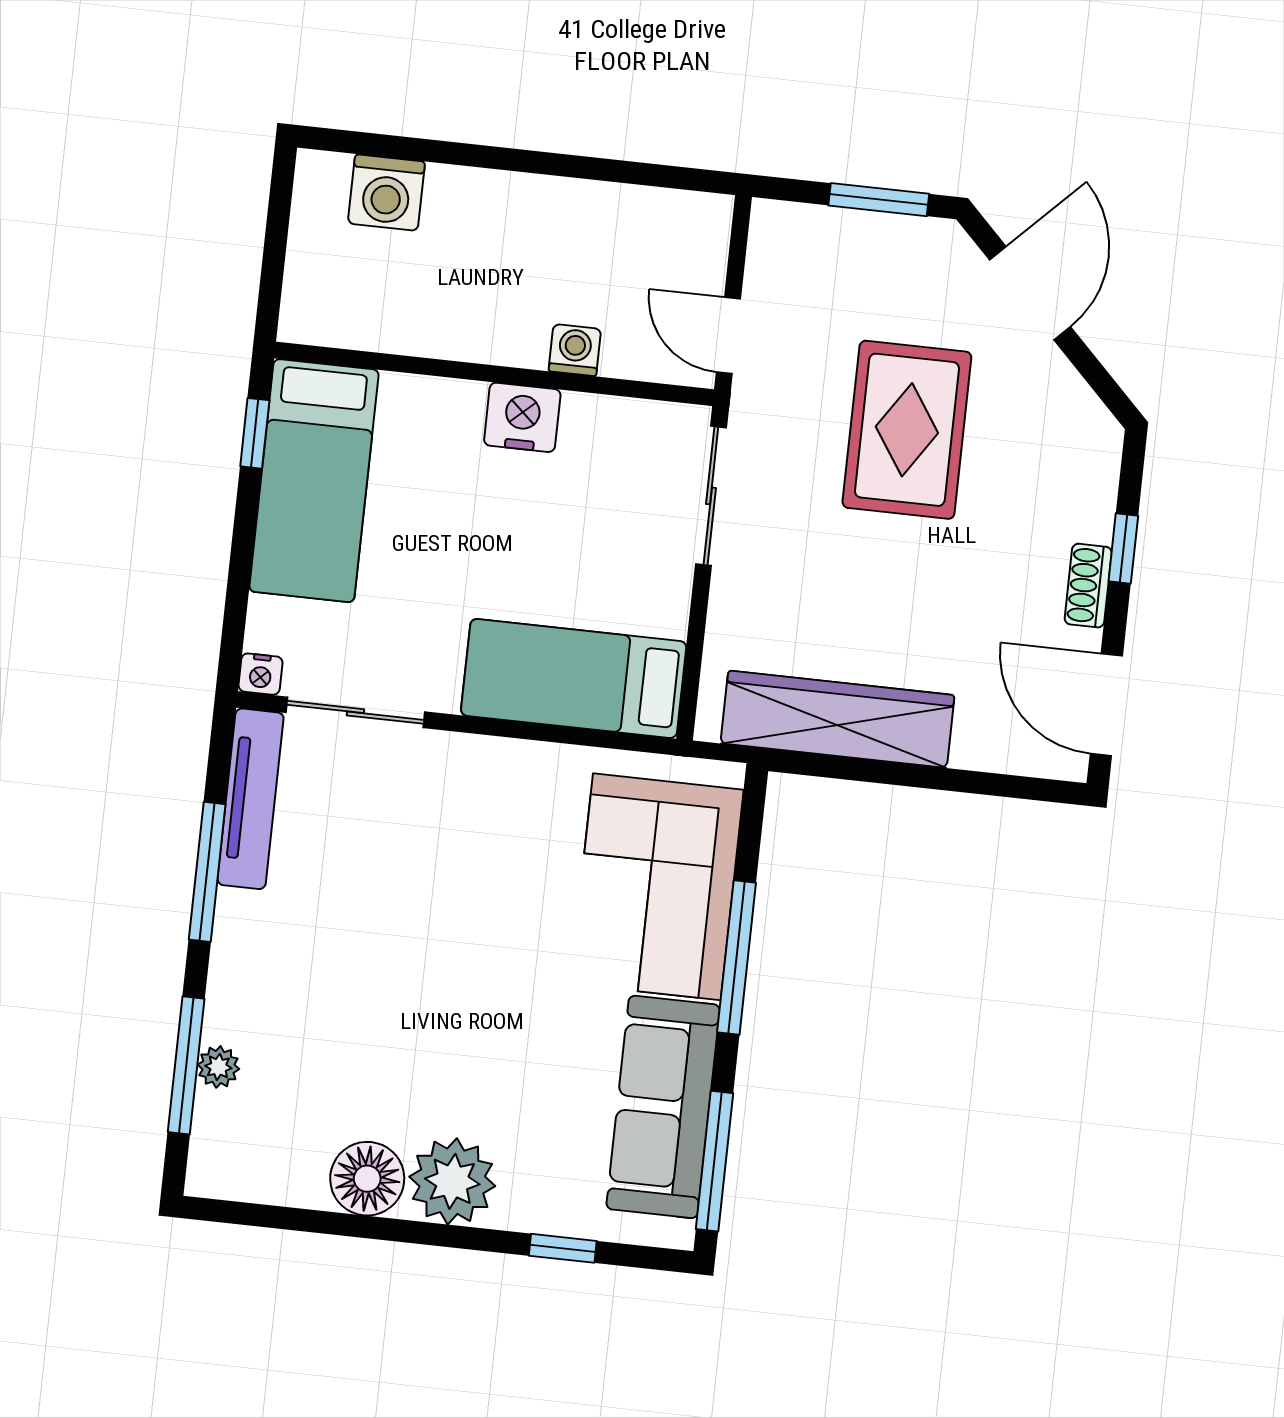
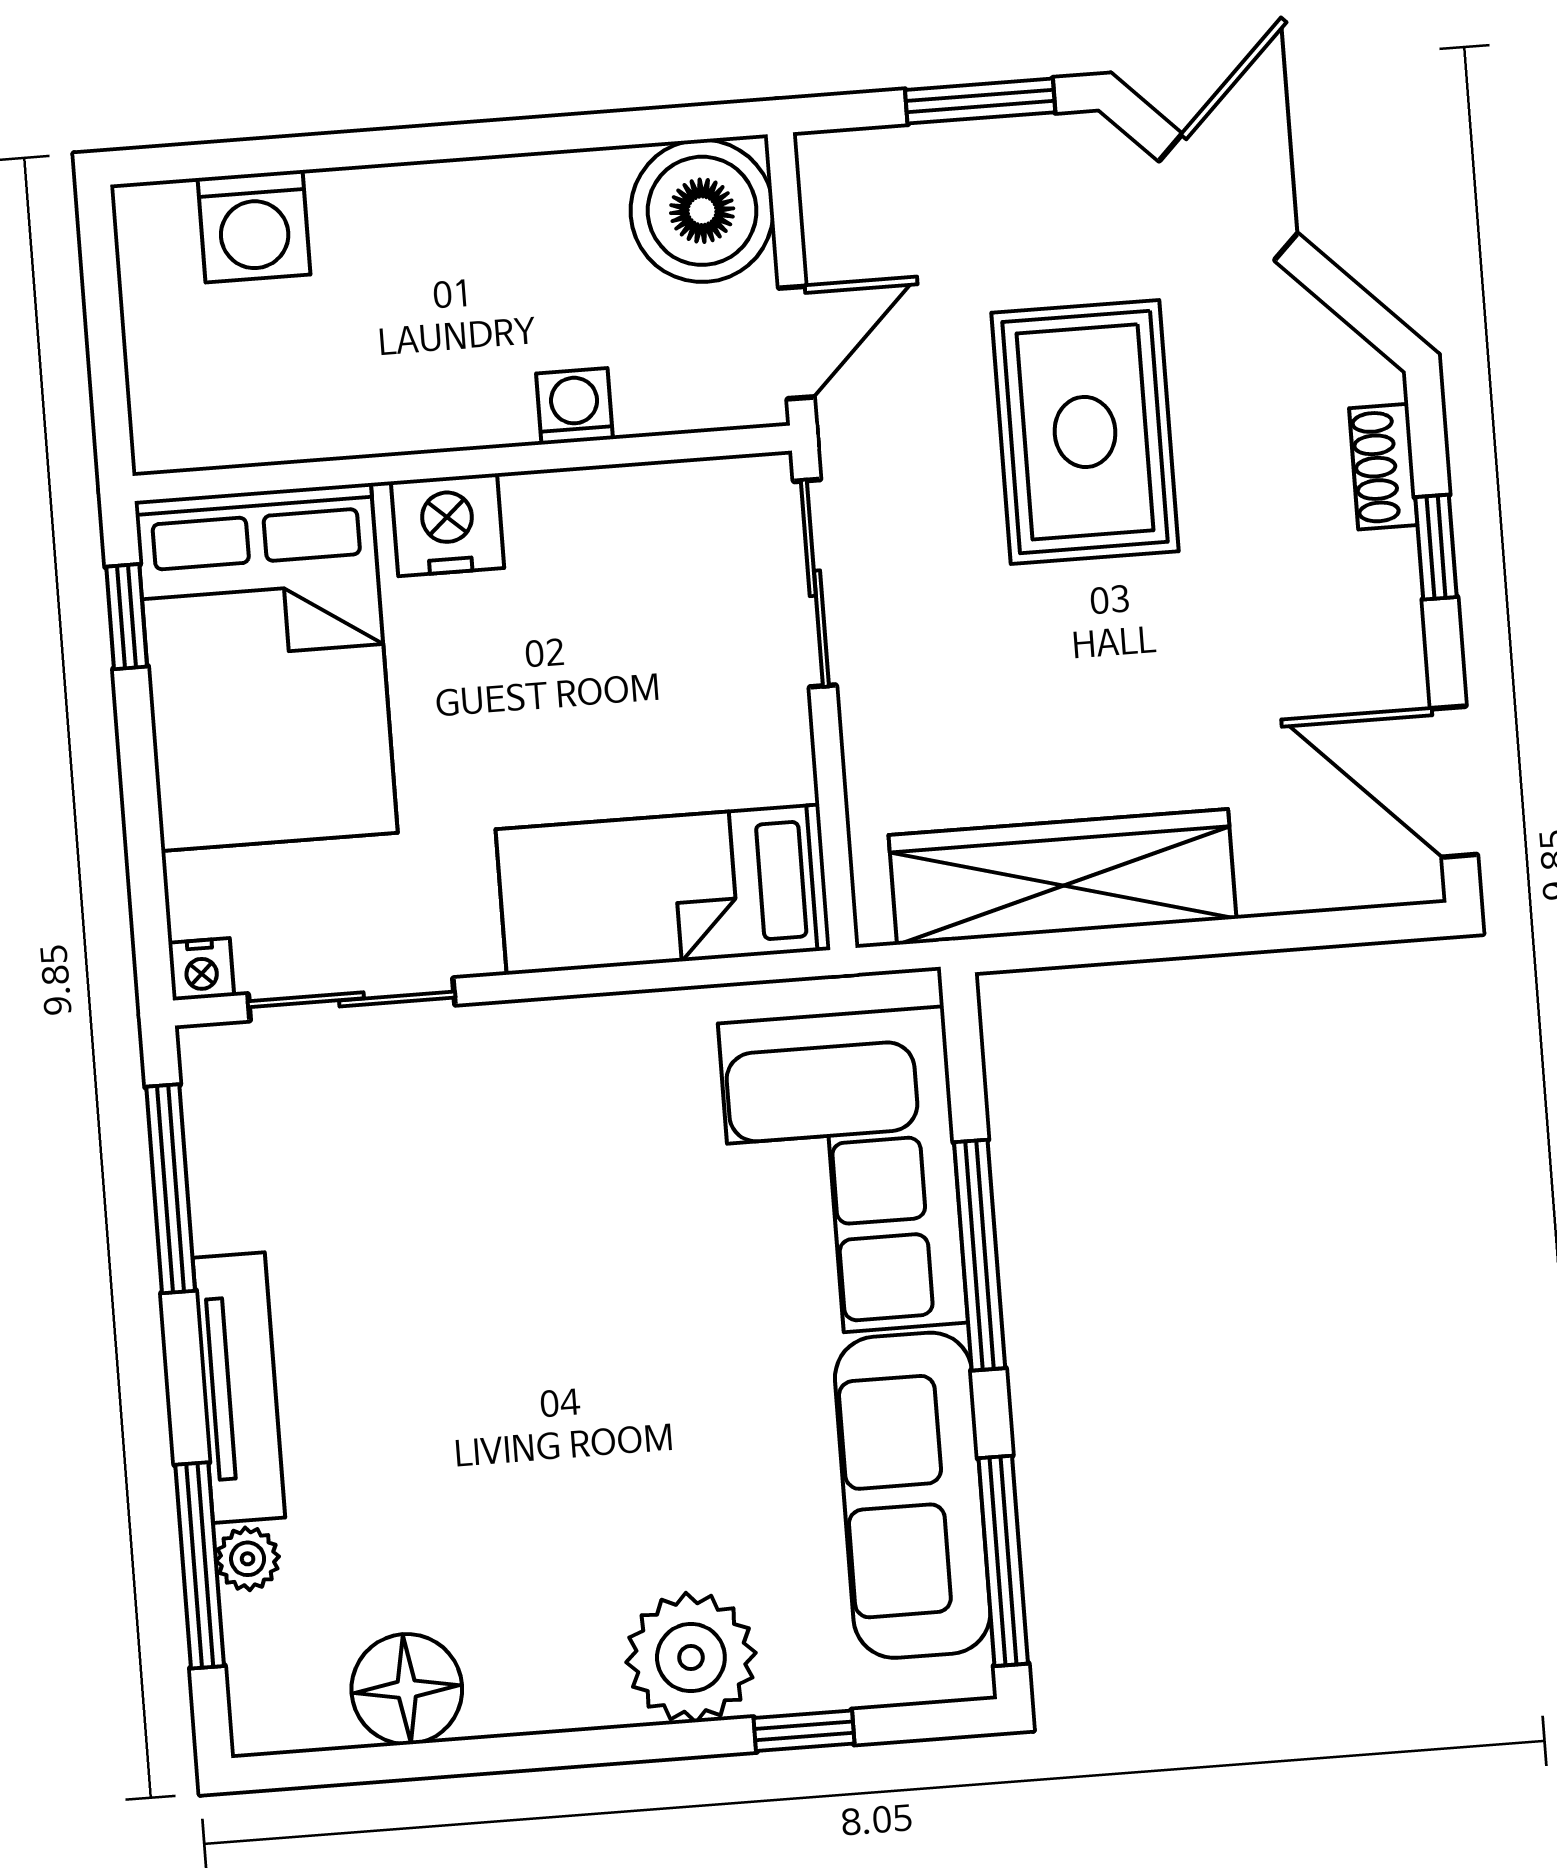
boiler: (683, 237) -> (702, 211), added
door: (728, 336) -> (796, 342), swing flipped
nightstand: (522, 417) -> (448, 525), moved
bed: (314, 481) -> (266, 667), width x1.50
shoe rack: (1088, 586) -> (1383, 467), moved
tv unit: (251, 799) -> (239, 1388), moved
window: (207, 872) -> (171, 1189), moved
floor lamp: (367, 1179) -> (407, 1689), moved
plant: (452, 1181) -> (691, 1658), moved

